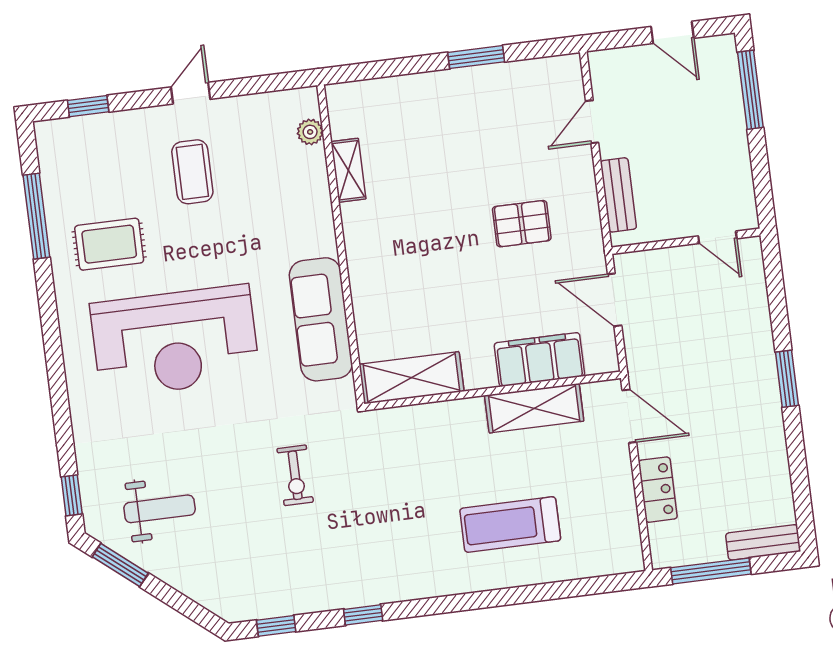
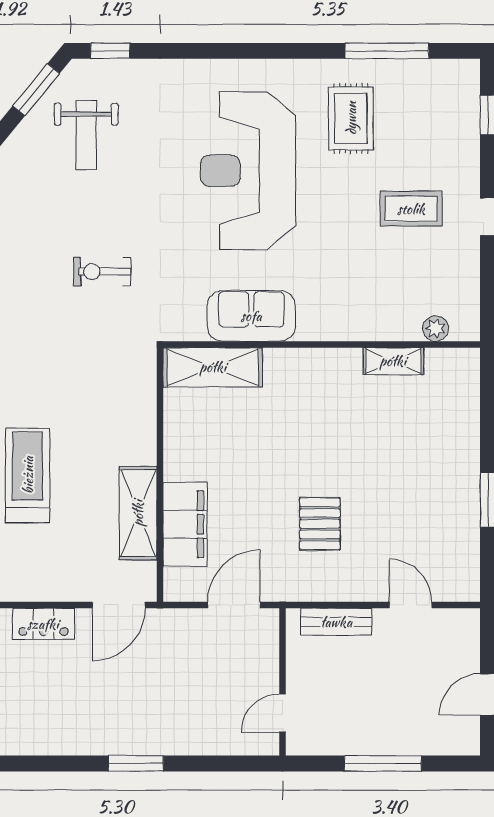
window: (750, 90) -> (383, 764), moved
sofa: (321, 319) -> (251, 316), width x0.73
shelving: (411, 378) -> (213, 367), moved, turned 90

